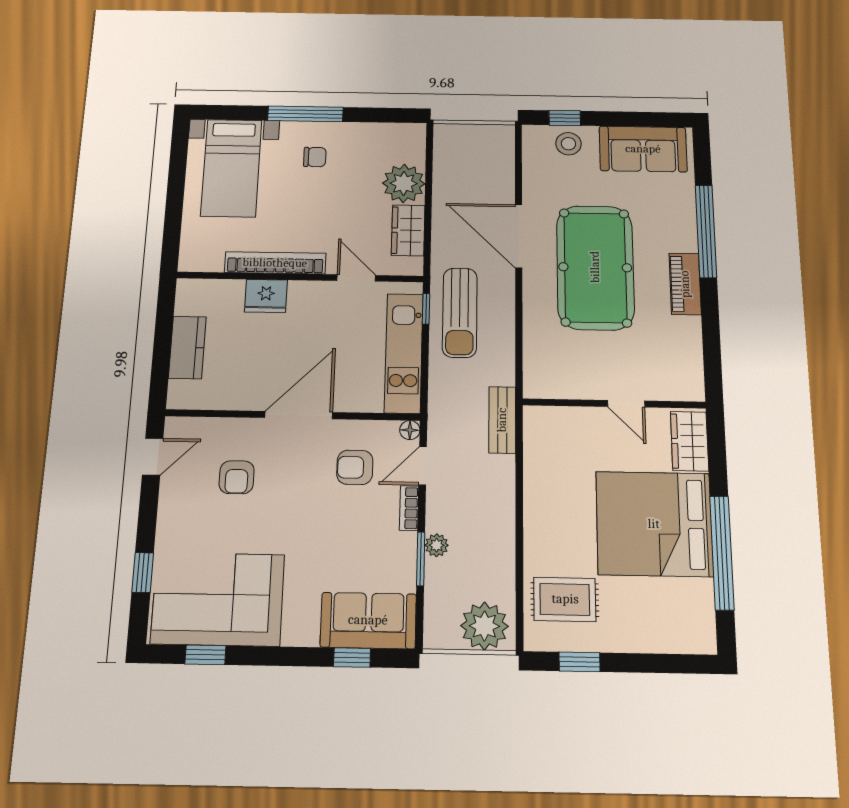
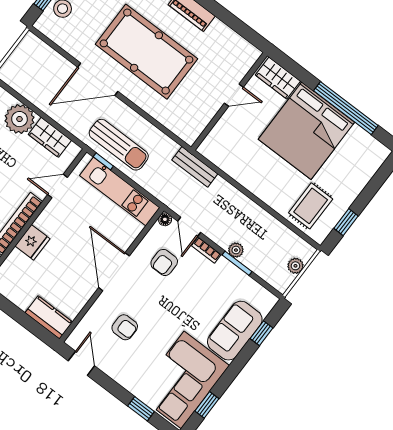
kitchen counter: (187, 347) -> (49, 317), moved
sofa: (368, 620) -> (235, 331), moved
plant: (484, 626) -> (295, 266), width x0.53, depth x0.53

